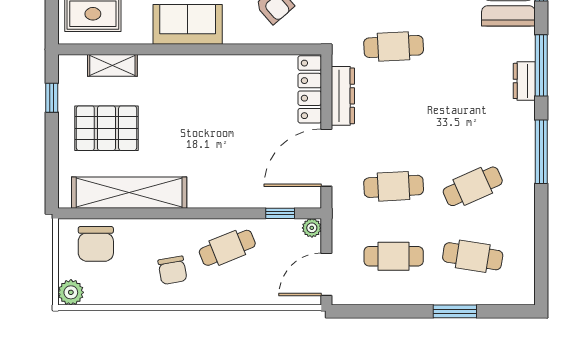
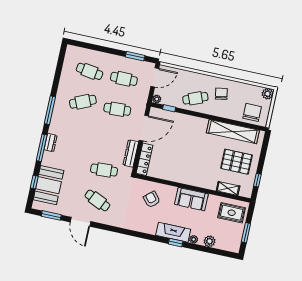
window: (455, 311) -> (135, 56), moved

